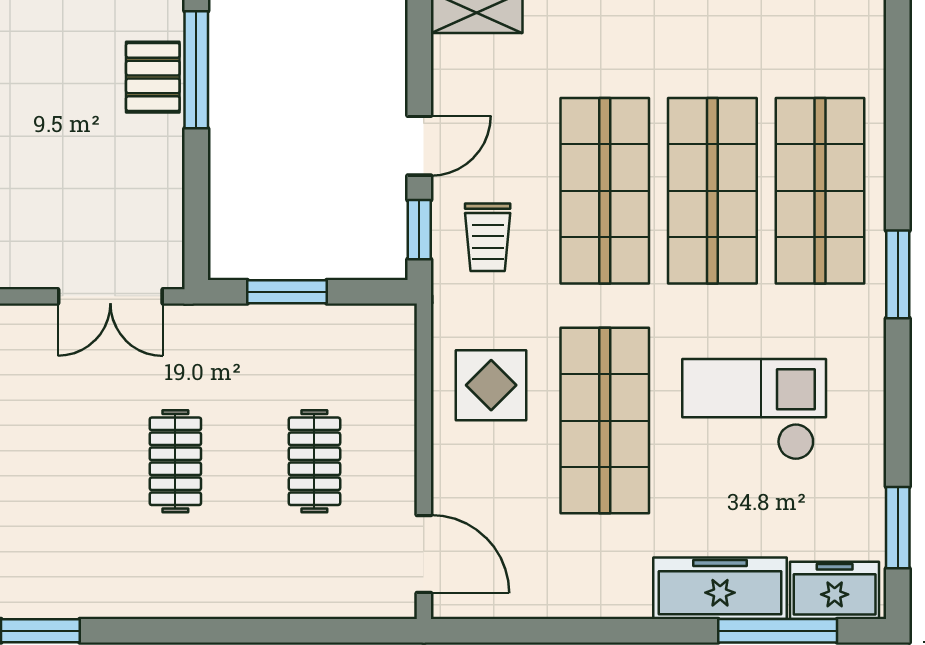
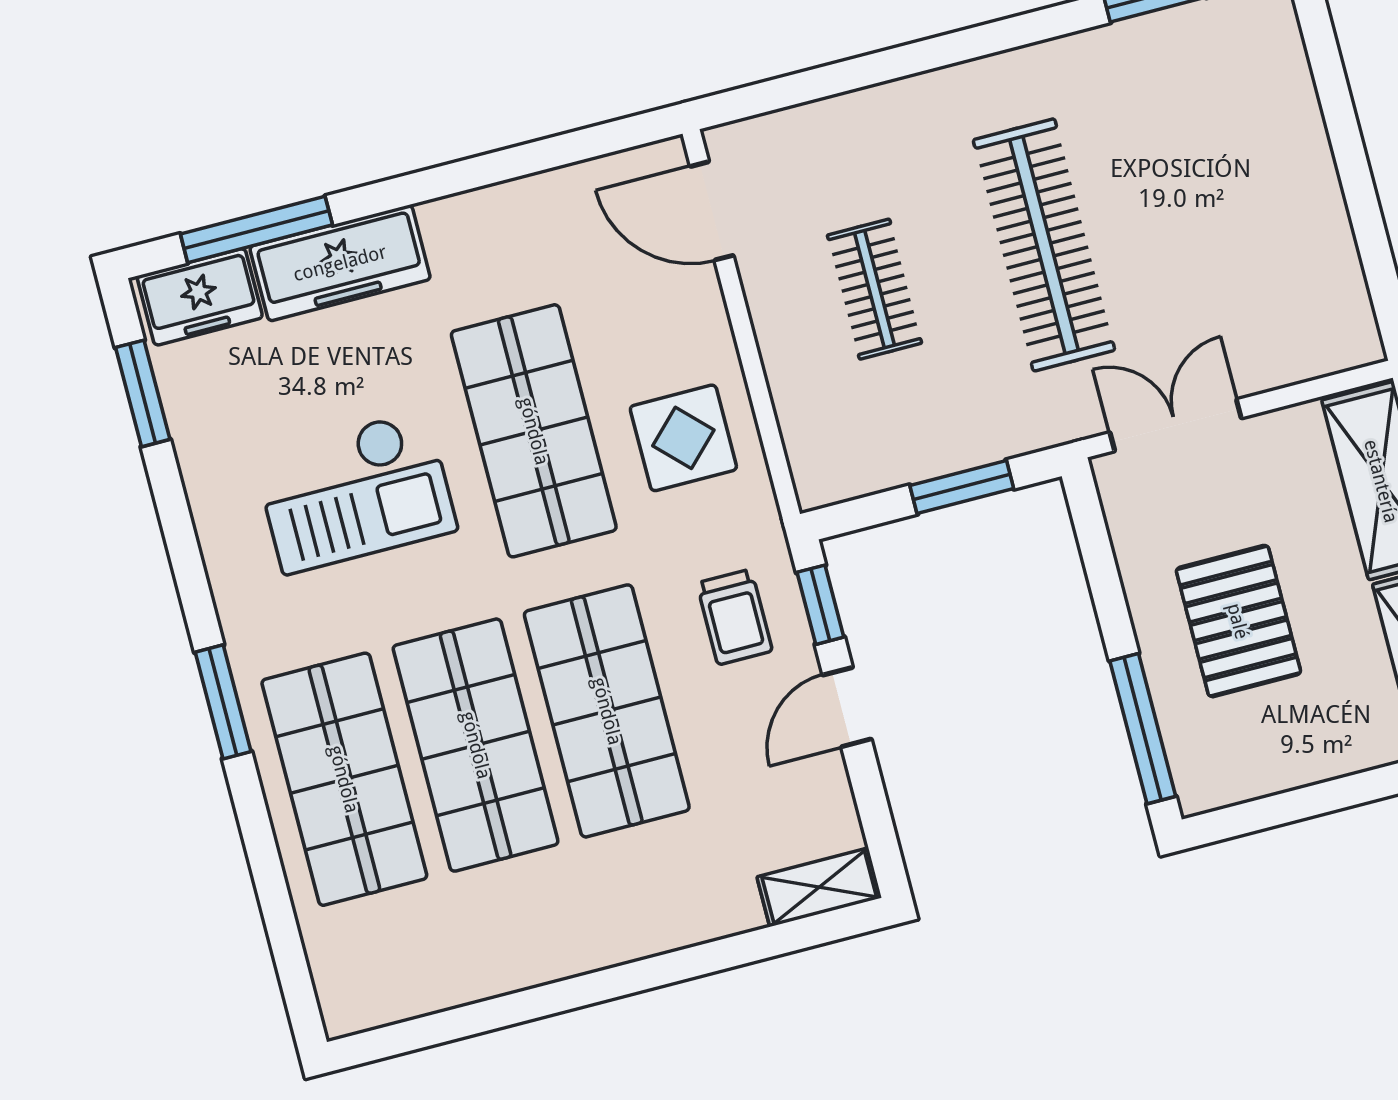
pallet: (153, 77) -> (1238, 621), moved, width x1.50, depth x1.42
trolley: (488, 237) -> (735, 617), turned 180
clothes rail: (175, 461) -> (1044, 245), width x1.86, depth x1.31

